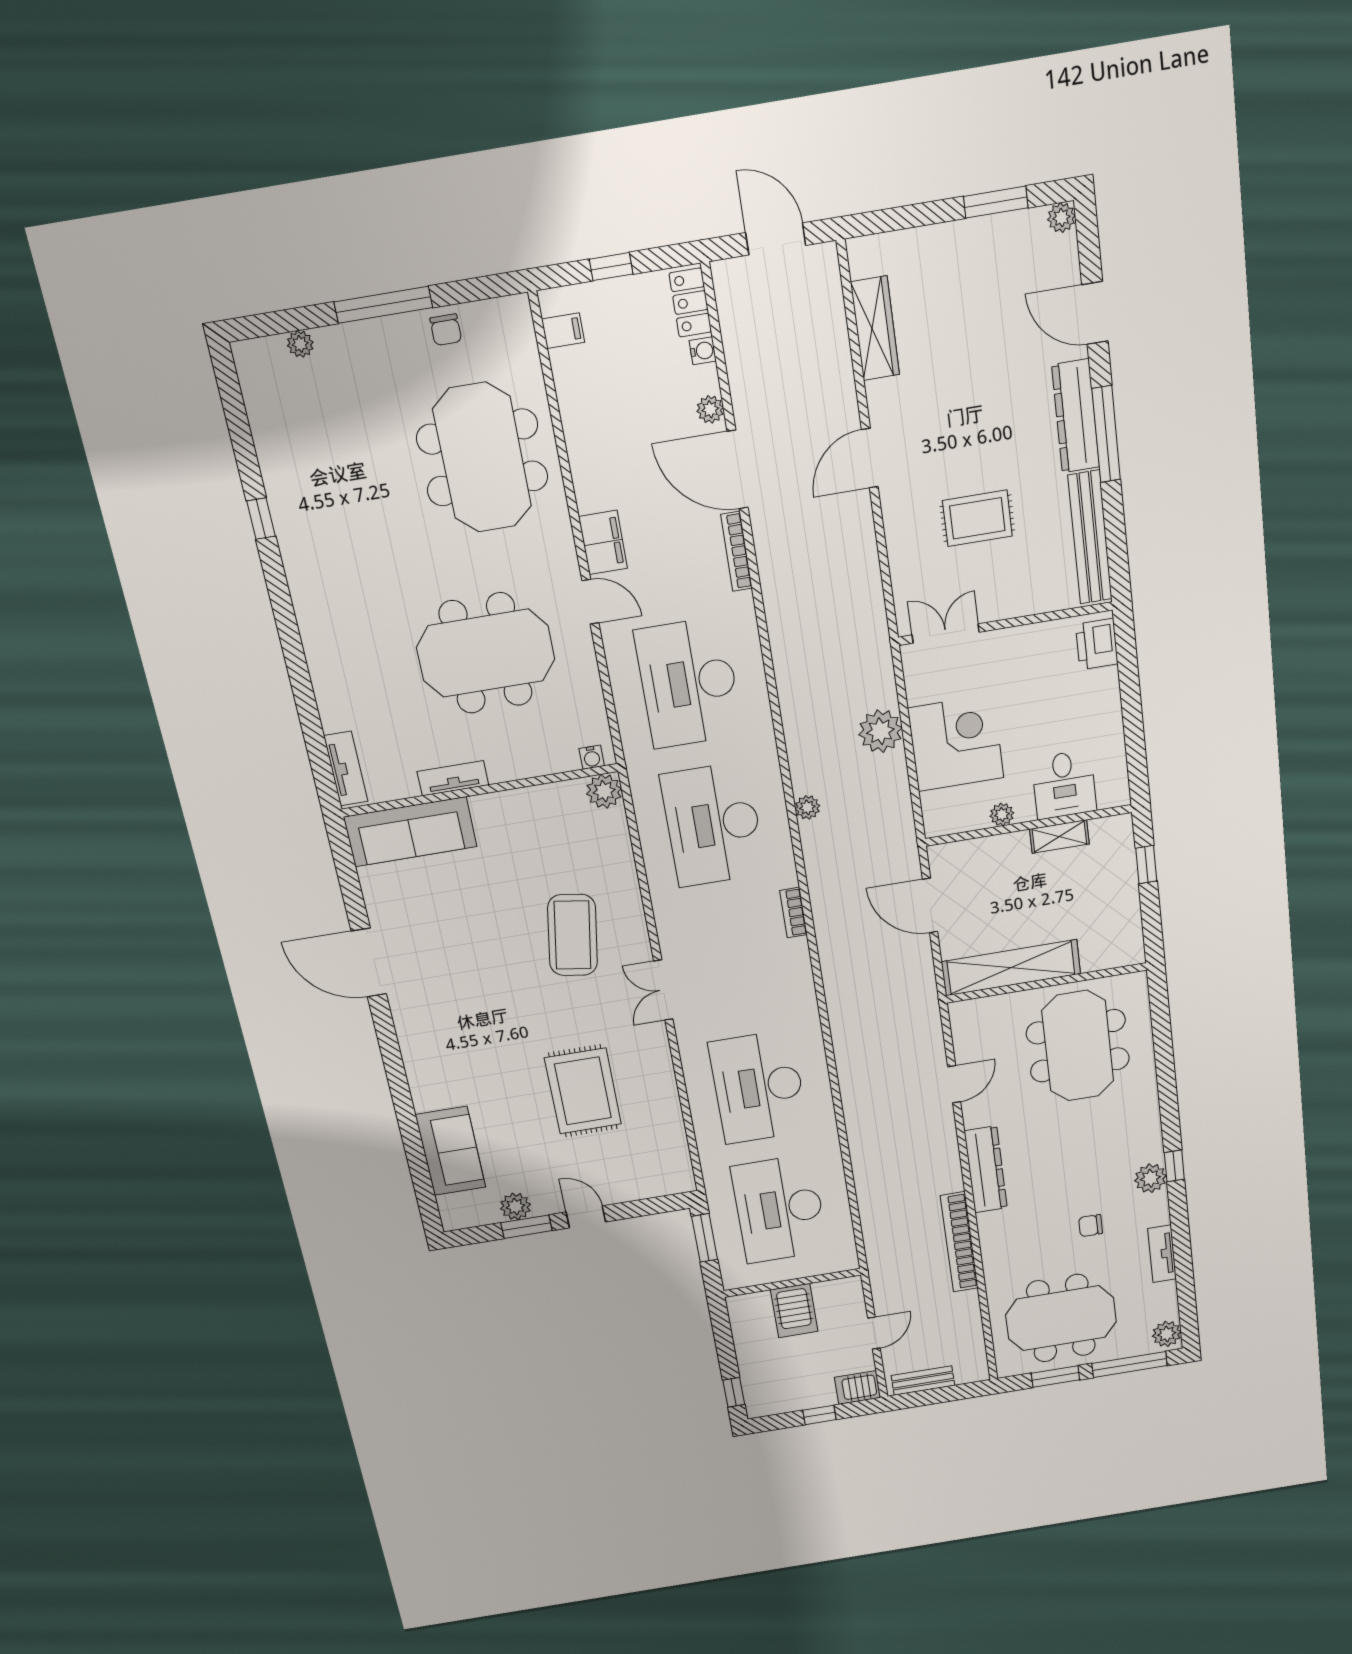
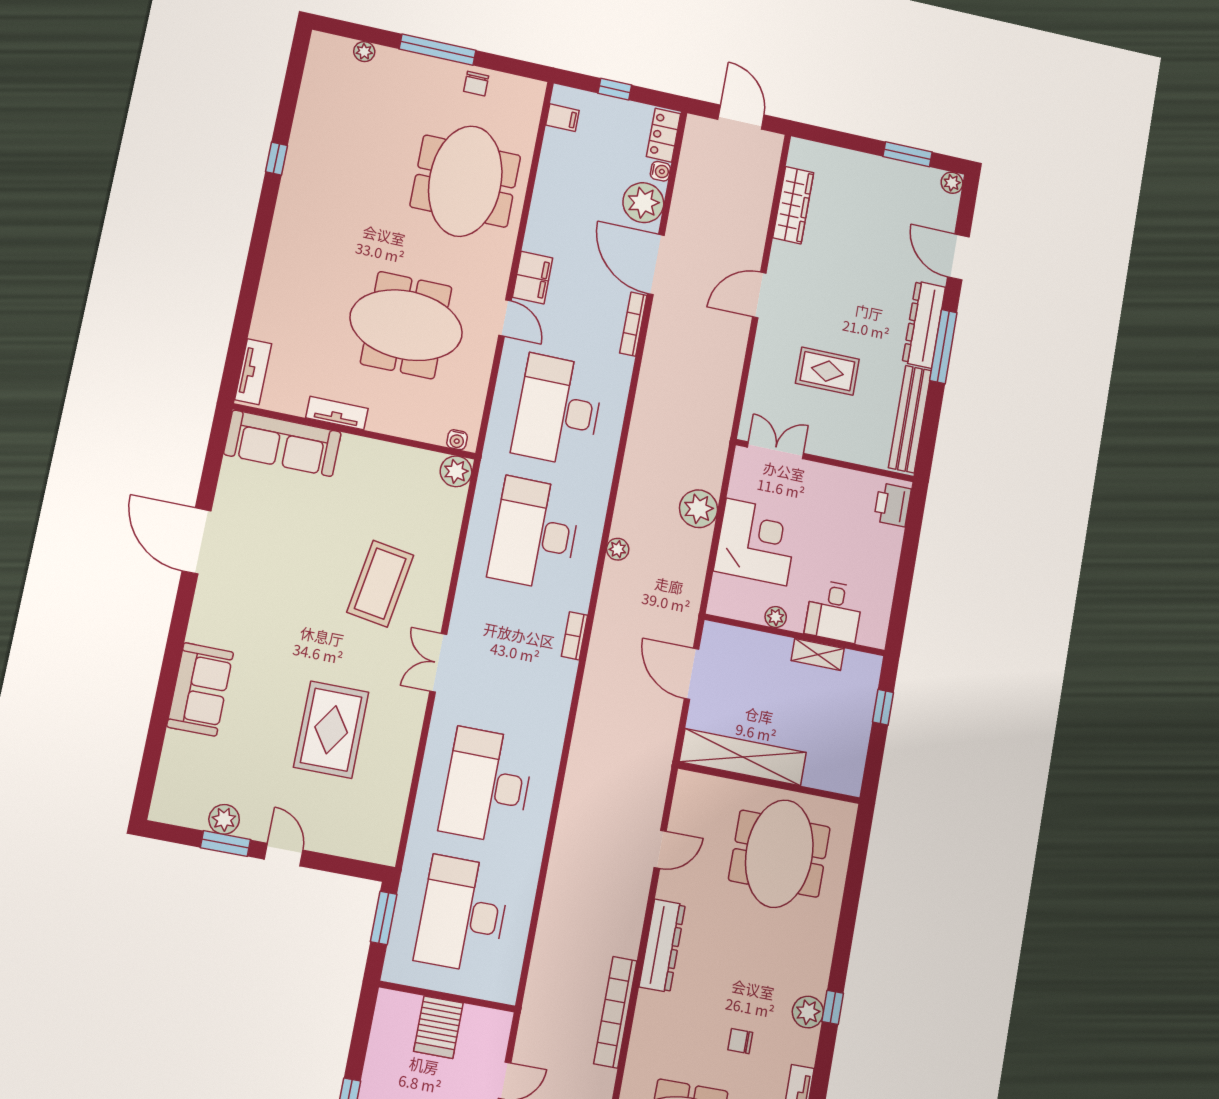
plant: (710, 409) -> (643, 203), width x1.88, depth x1.88
sofa: (451, 1151) -> (200, 689), moved

